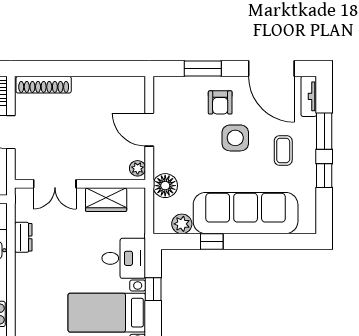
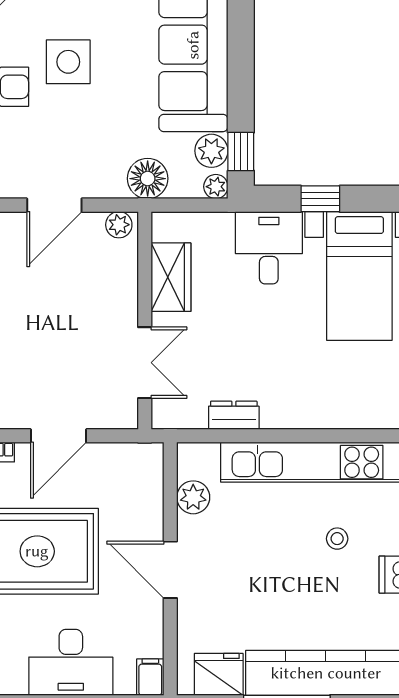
plant: (160, 227) -> (216, 187), added
window: (212, 241) -> (241, 152), moved

